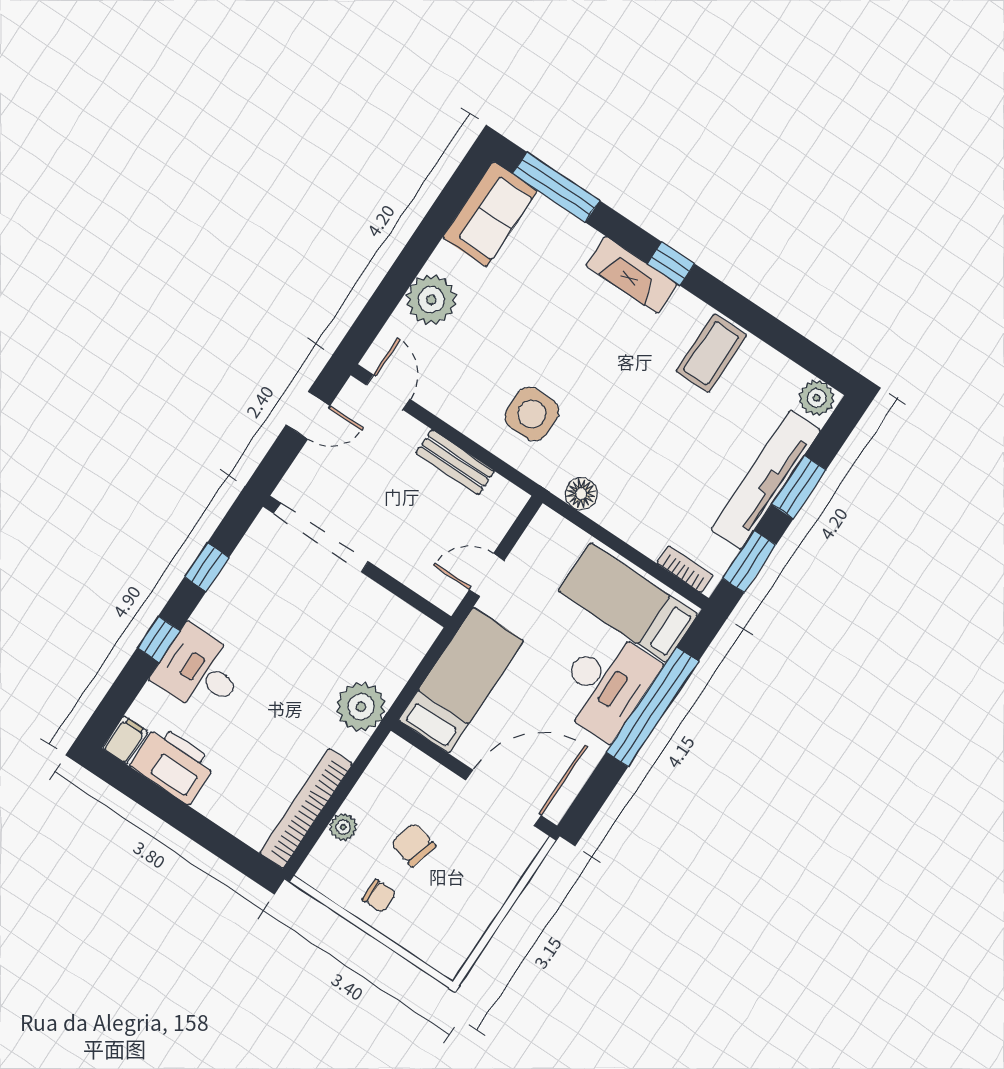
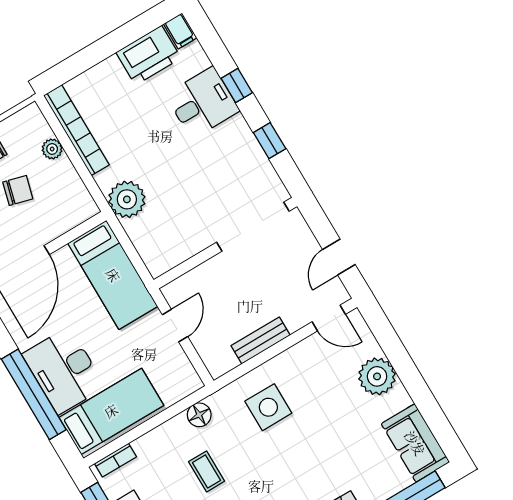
coffee table: (646, 452) -> (207, 471), added

